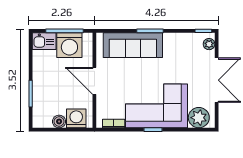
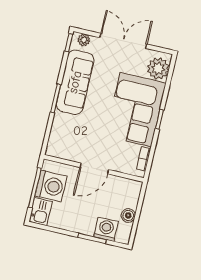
sofa: (133, 45) -> (75, 82), moved
washing machine: (76, 118) -> (106, 229), moved, turned 90

